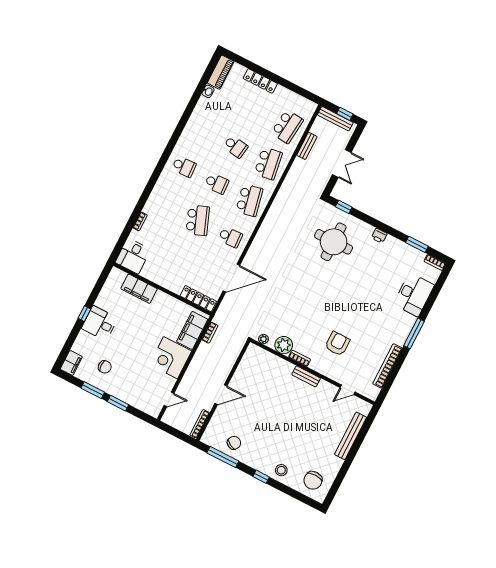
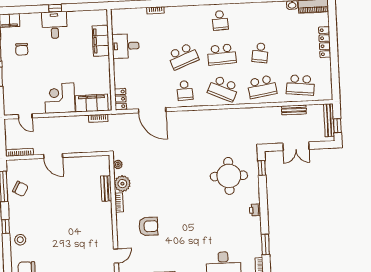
school desk: (217, 183) -> (222, 54), width x1.85
school desk: (249, 200) -> (223, 89), turned 36
desk: (133, 256) -> (126, 46), moved
locker: (198, 299) -> (120, 99), width x0.66
bench: (306, 376) -> (106, 188), moved
door: (348, 390) -> (116, 256), swing flipped

